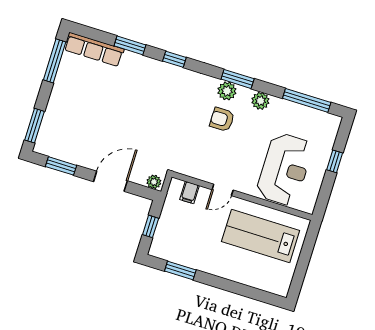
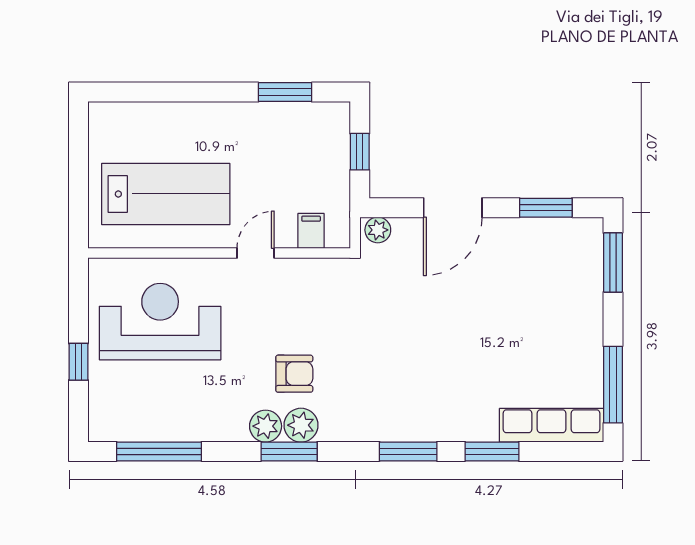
window: (174, 59) -> (408, 451), width x1.50
plant: (260, 101) -> (266, 426), moved
reception desk: (285, 169) -> (160, 322), turned 90

